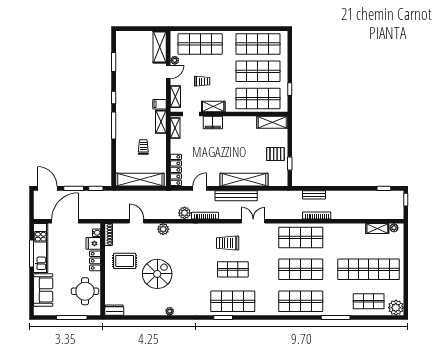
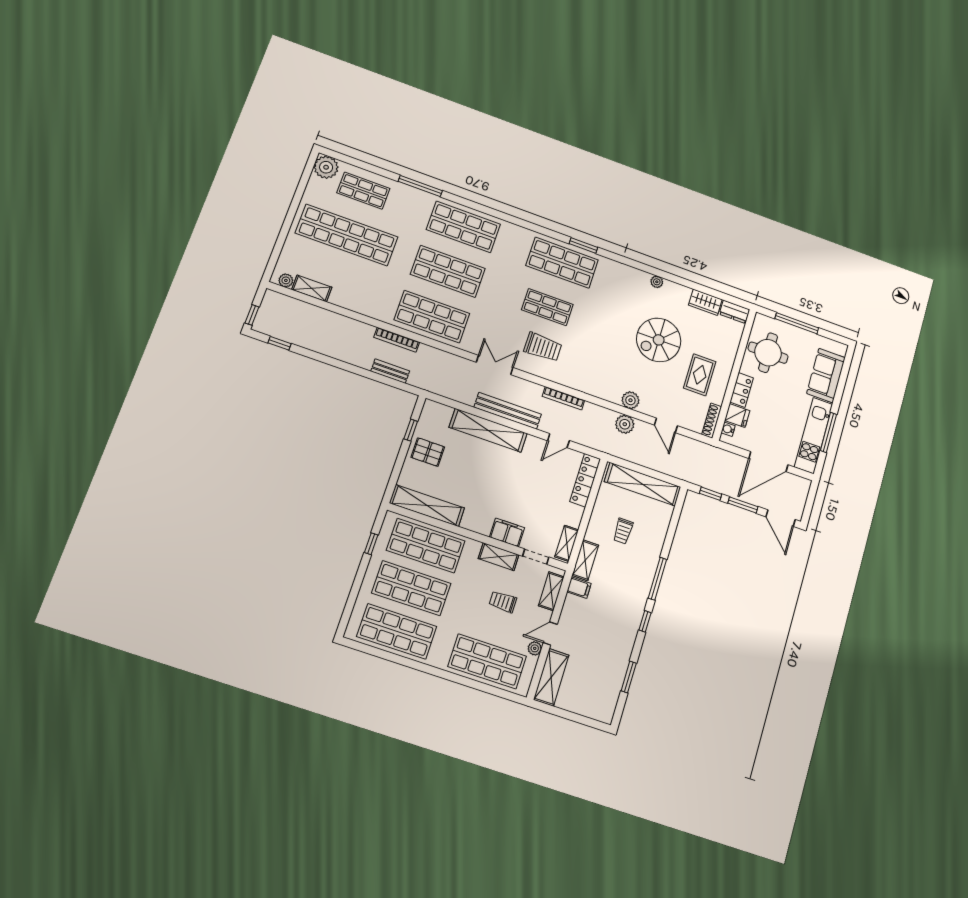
shelving: (272, 122) -> (427, 505), width x1.47
plant: (185, 213) -> (625, 424), moved
double door: (253, 221) -> (495, 365), swing flipped
rug: (125, 261) -> (700, 375), turned 90
wardrobe: (135, 309) -> (705, 302), added

